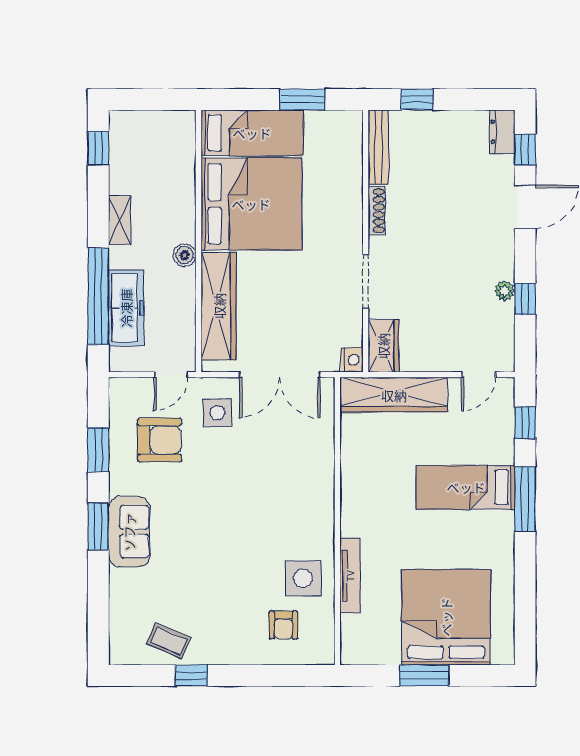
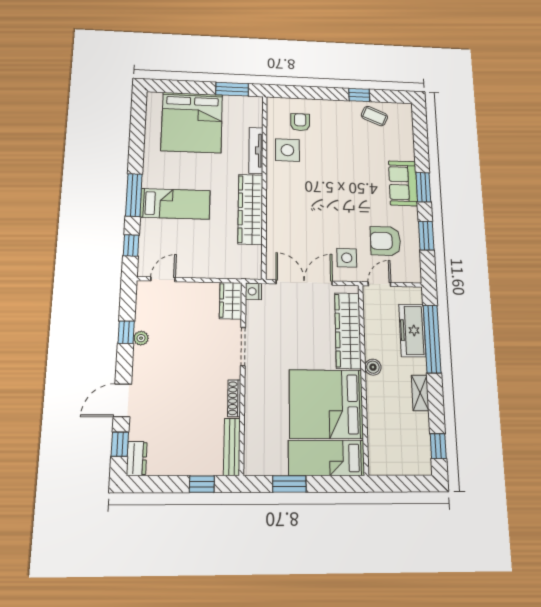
wardrobe: (394, 395) -> (250, 209), moved, turned -90
window: (424, 675) -> (232, 89), moved

